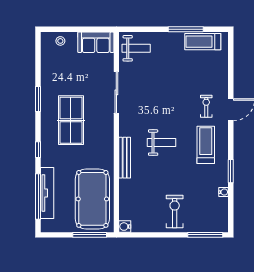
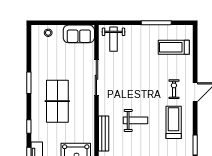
treadmill: (203, 42) -> (174, 47), moved
weight bench: (136, 48) -> (114, 39), turned 90

